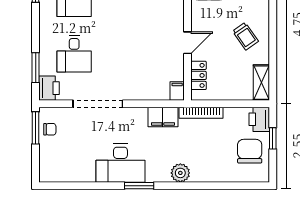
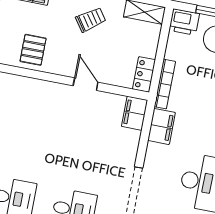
locker: (199, 75) -> (144, 74), moved, turned -90
filing cabinet: (177, 91) -> (135, 113), width x2.00

